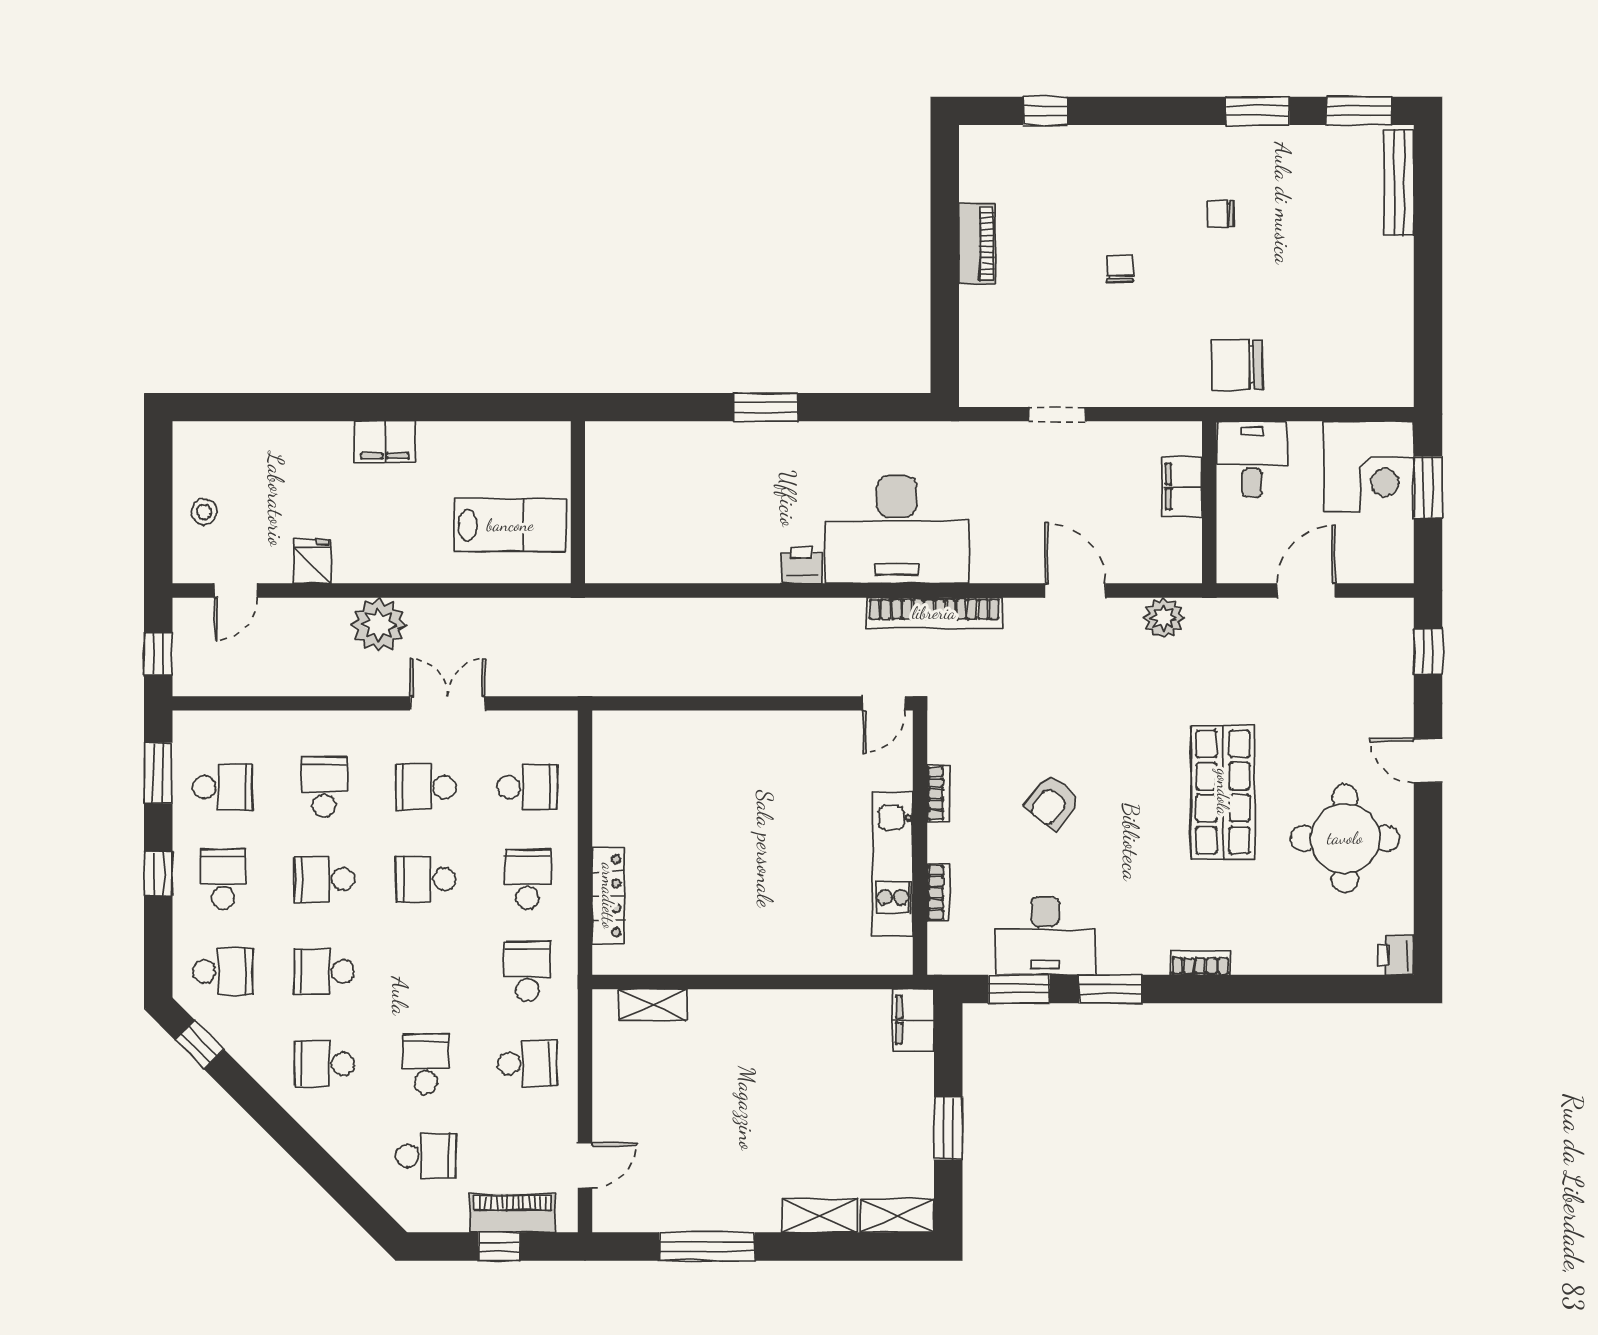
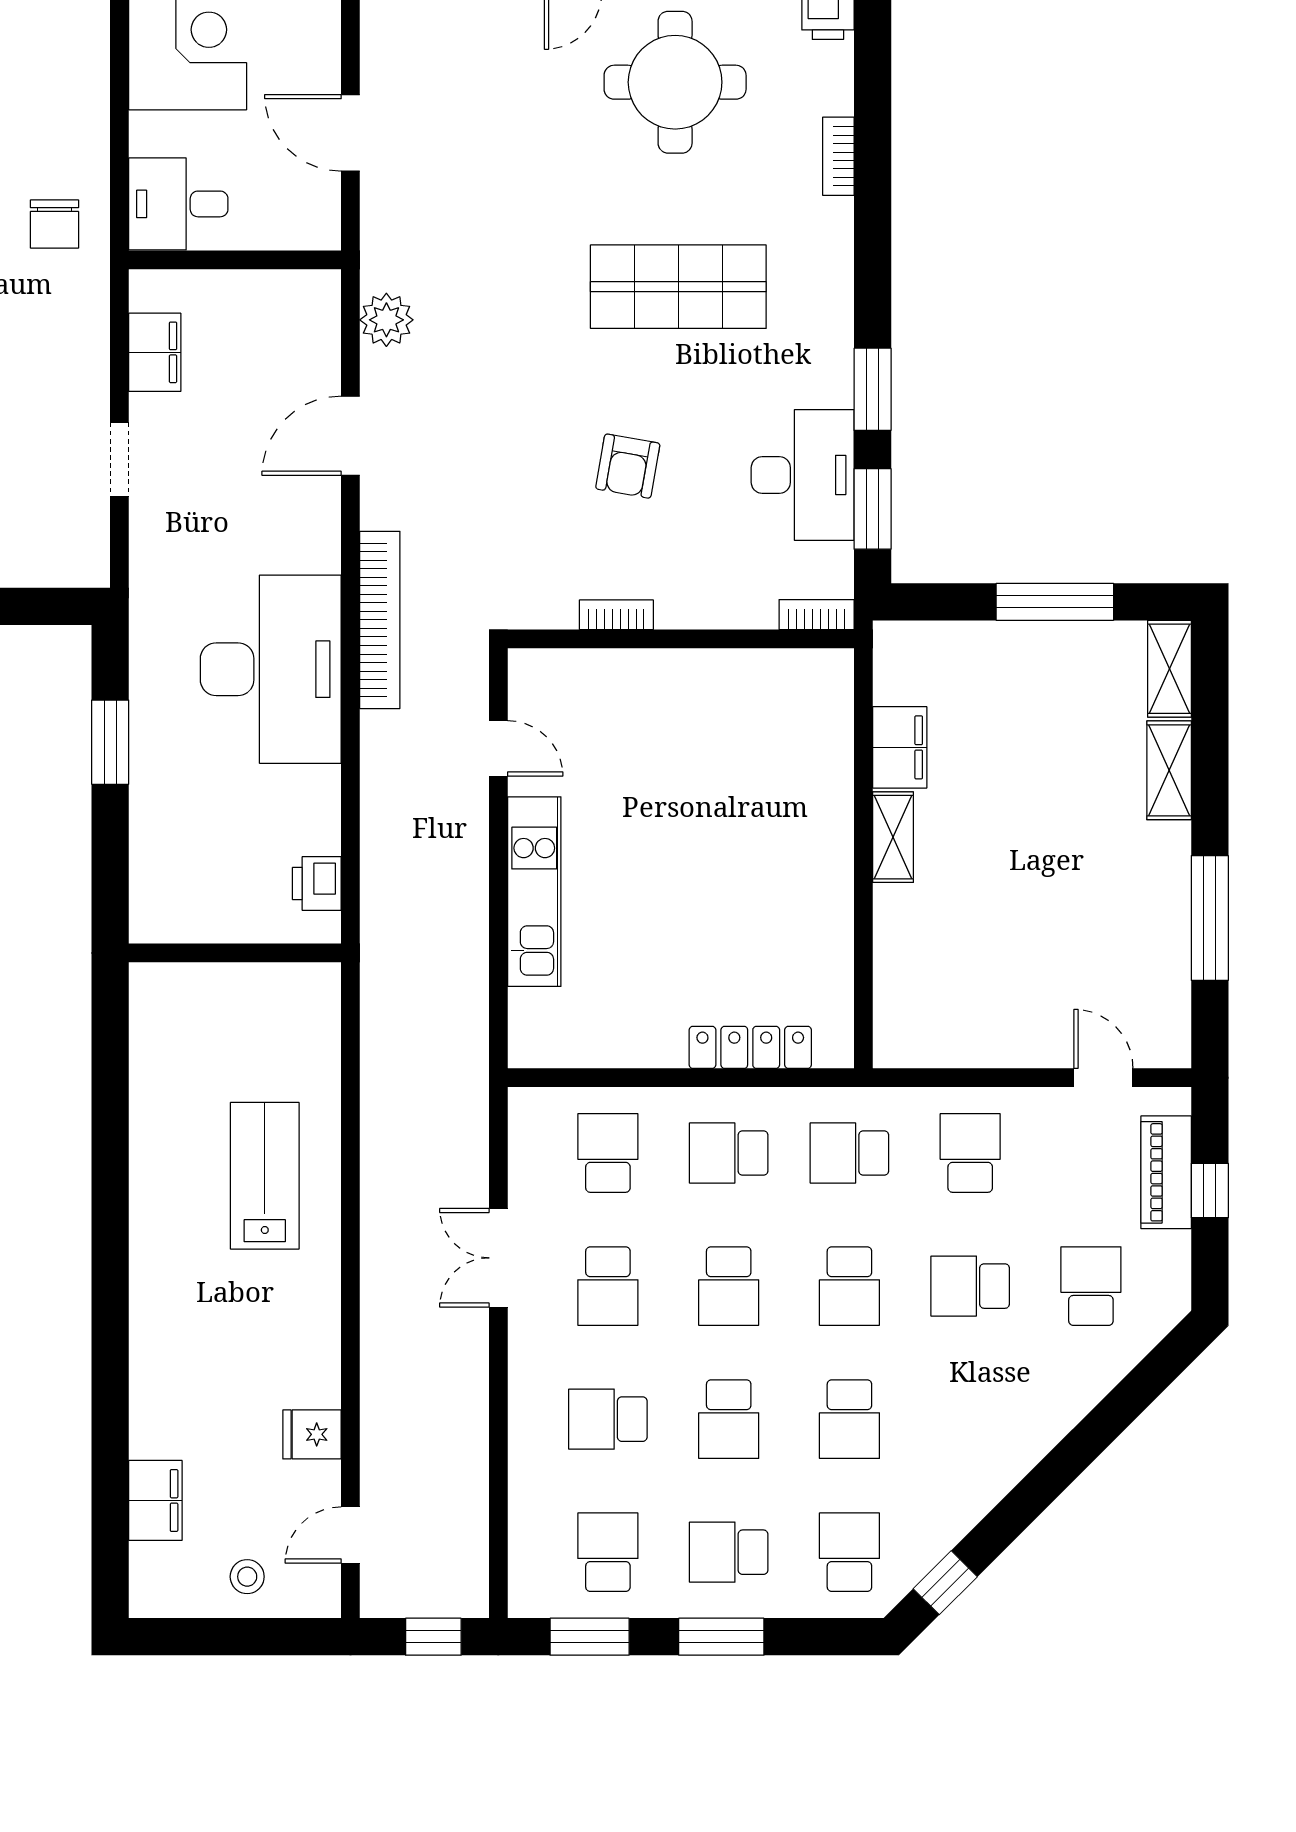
chair: (1237, 365) -> (54, 224), width x0.73, depth x0.73
window: (766, 407) -> (110, 742), moved
filing cabinet: (385, 442) -> (155, 1500), moved
filing cabinet: (1182, 487) -> (155, 352), moved, turned -90
wall: (578, 502) -> (235, 953), moved
printer: (802, 565) -> (317, 883), moved
door: (236, 591) -> (350, 1535), swing flipped
plant: (379, 625) -> (396, 1348), removed
door: (884, 703) -> (498, 748), moved
shop shelf: (1223, 792) -> (678, 287), moved
armchair: (1052, 802) -> (628, 466), turned 63
kitchen unit: (893, 864) -> (534, 892), moved, turned -90
window: (158, 874) -> (721, 1637), width x1.50
bookcase: (939, 893) -> (817, 615), moved
bookcase: (1200, 963) -> (838, 156), moved
shelving: (653, 1005) -> (893, 837), moved
filing cabinet: (913, 1020) -> (900, 747), moved, turned -90
school desk: (324, 1064) -> (849, 1286), moved
window: (948, 1128) -> (1055, 602), width x1.44

